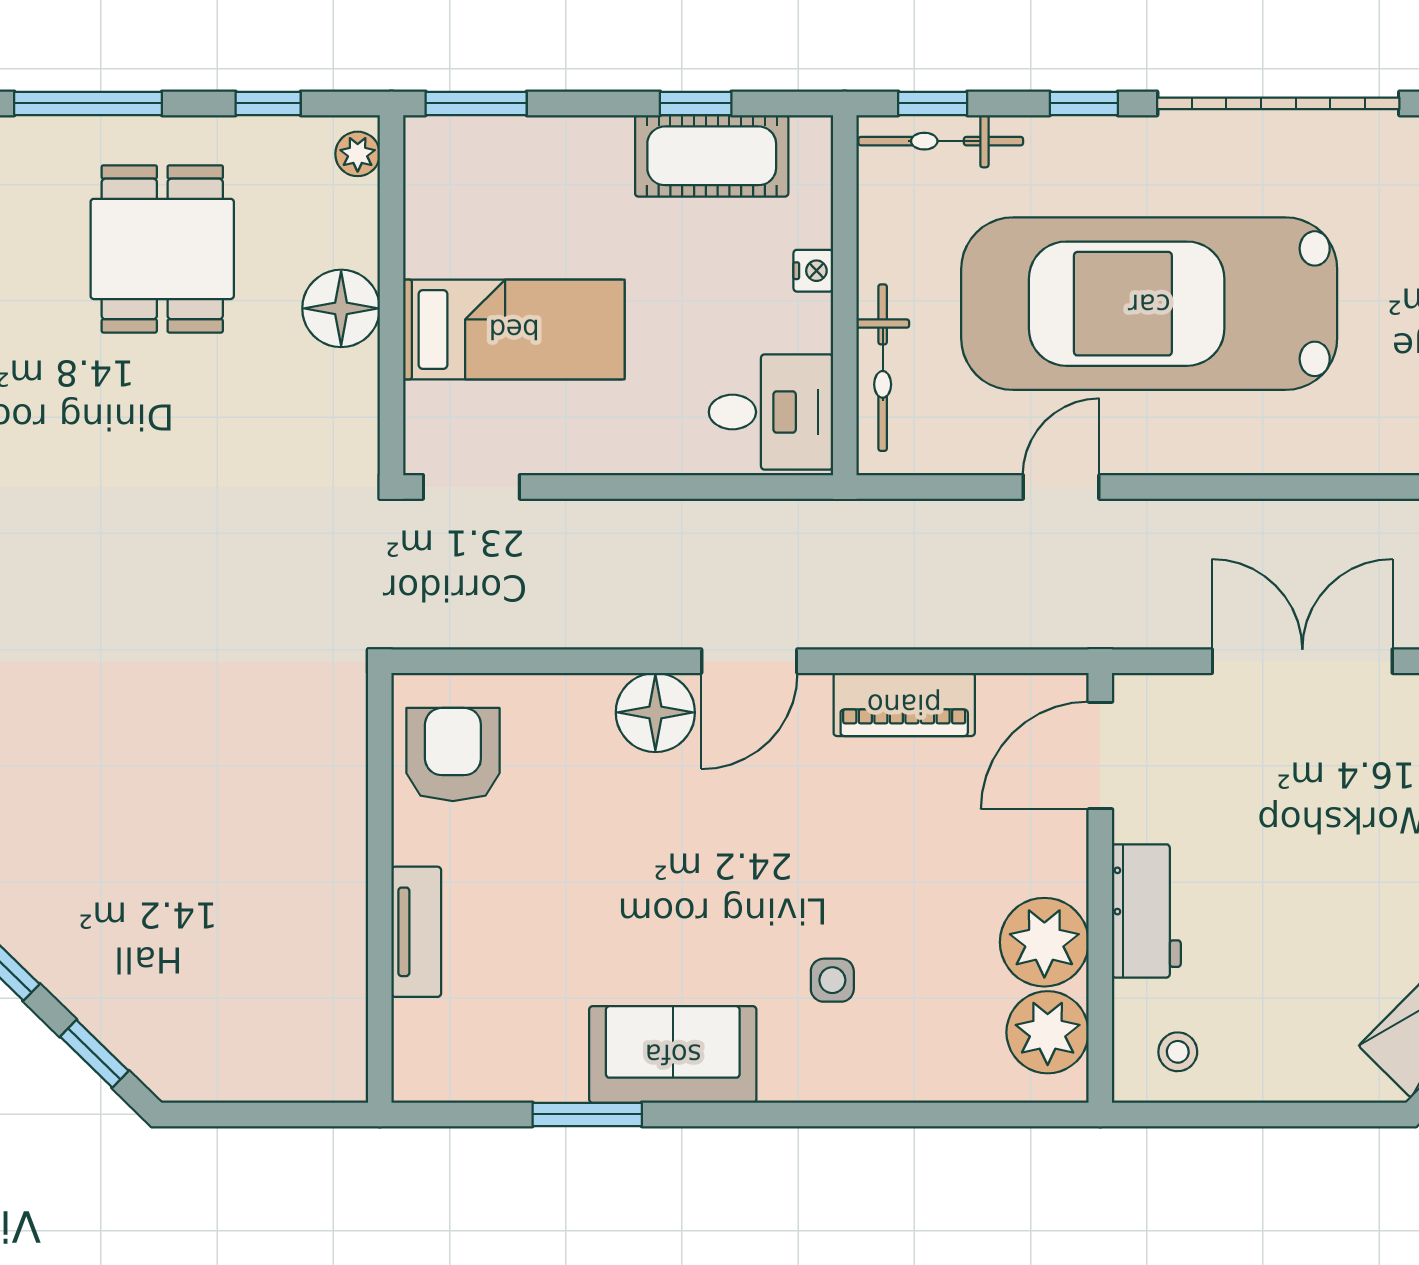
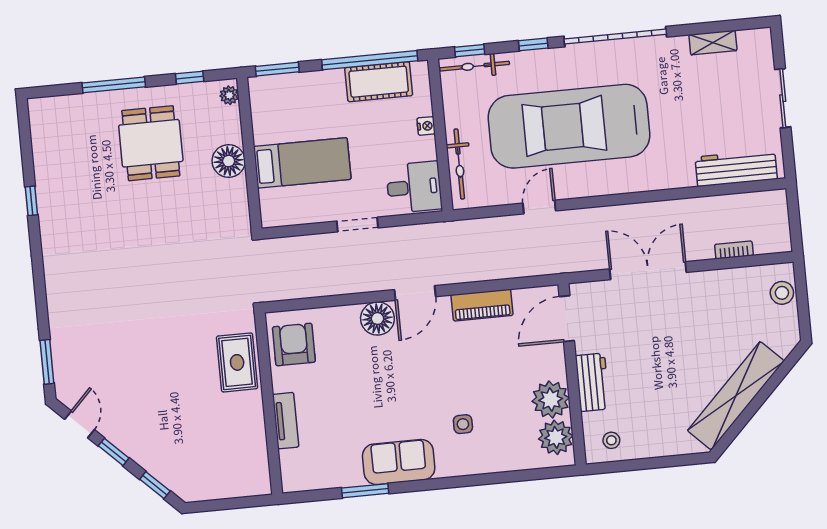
window: (696, 103) -> (370, 60), width x3.17
doorway: (471, 487) -> (357, 225), moved
rug: (315, 784) -> (237, 362), added

